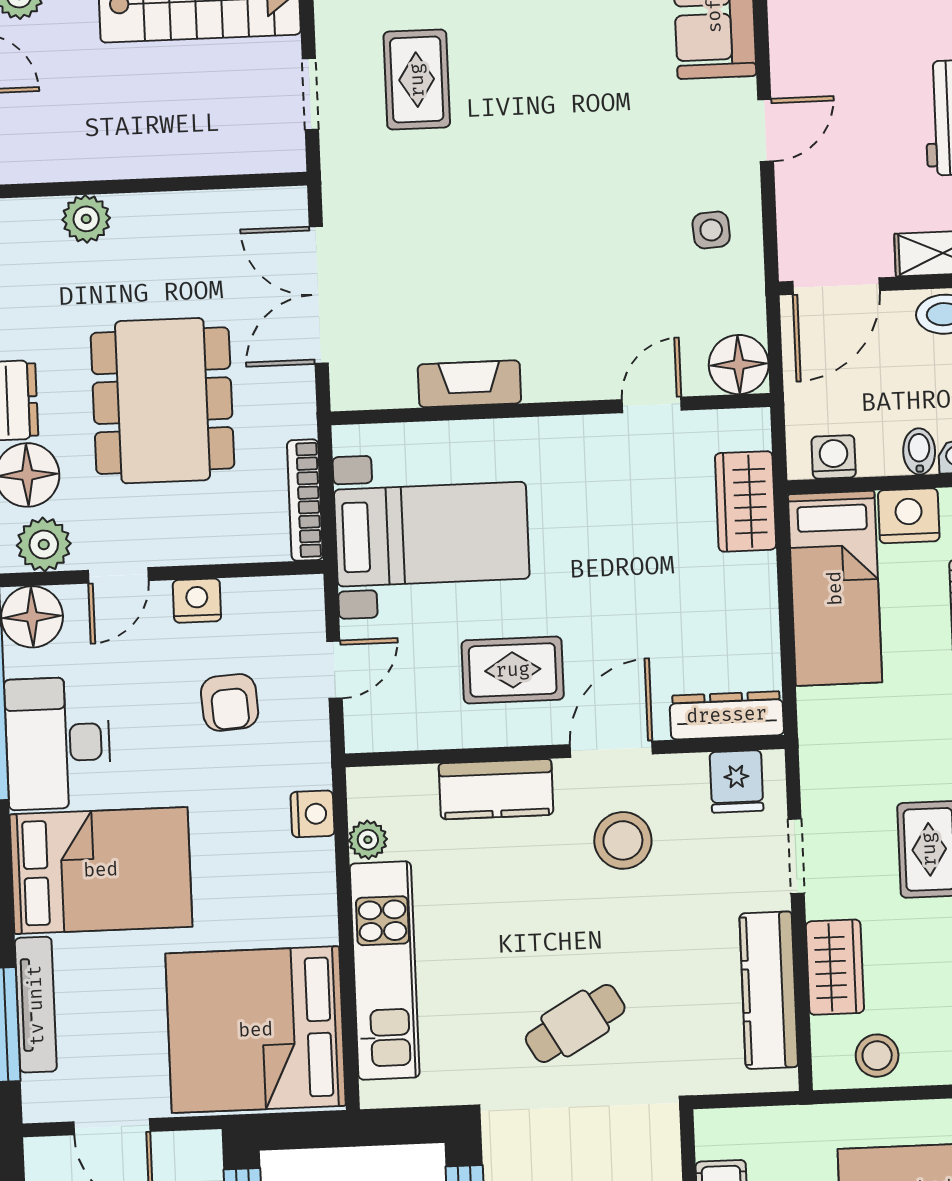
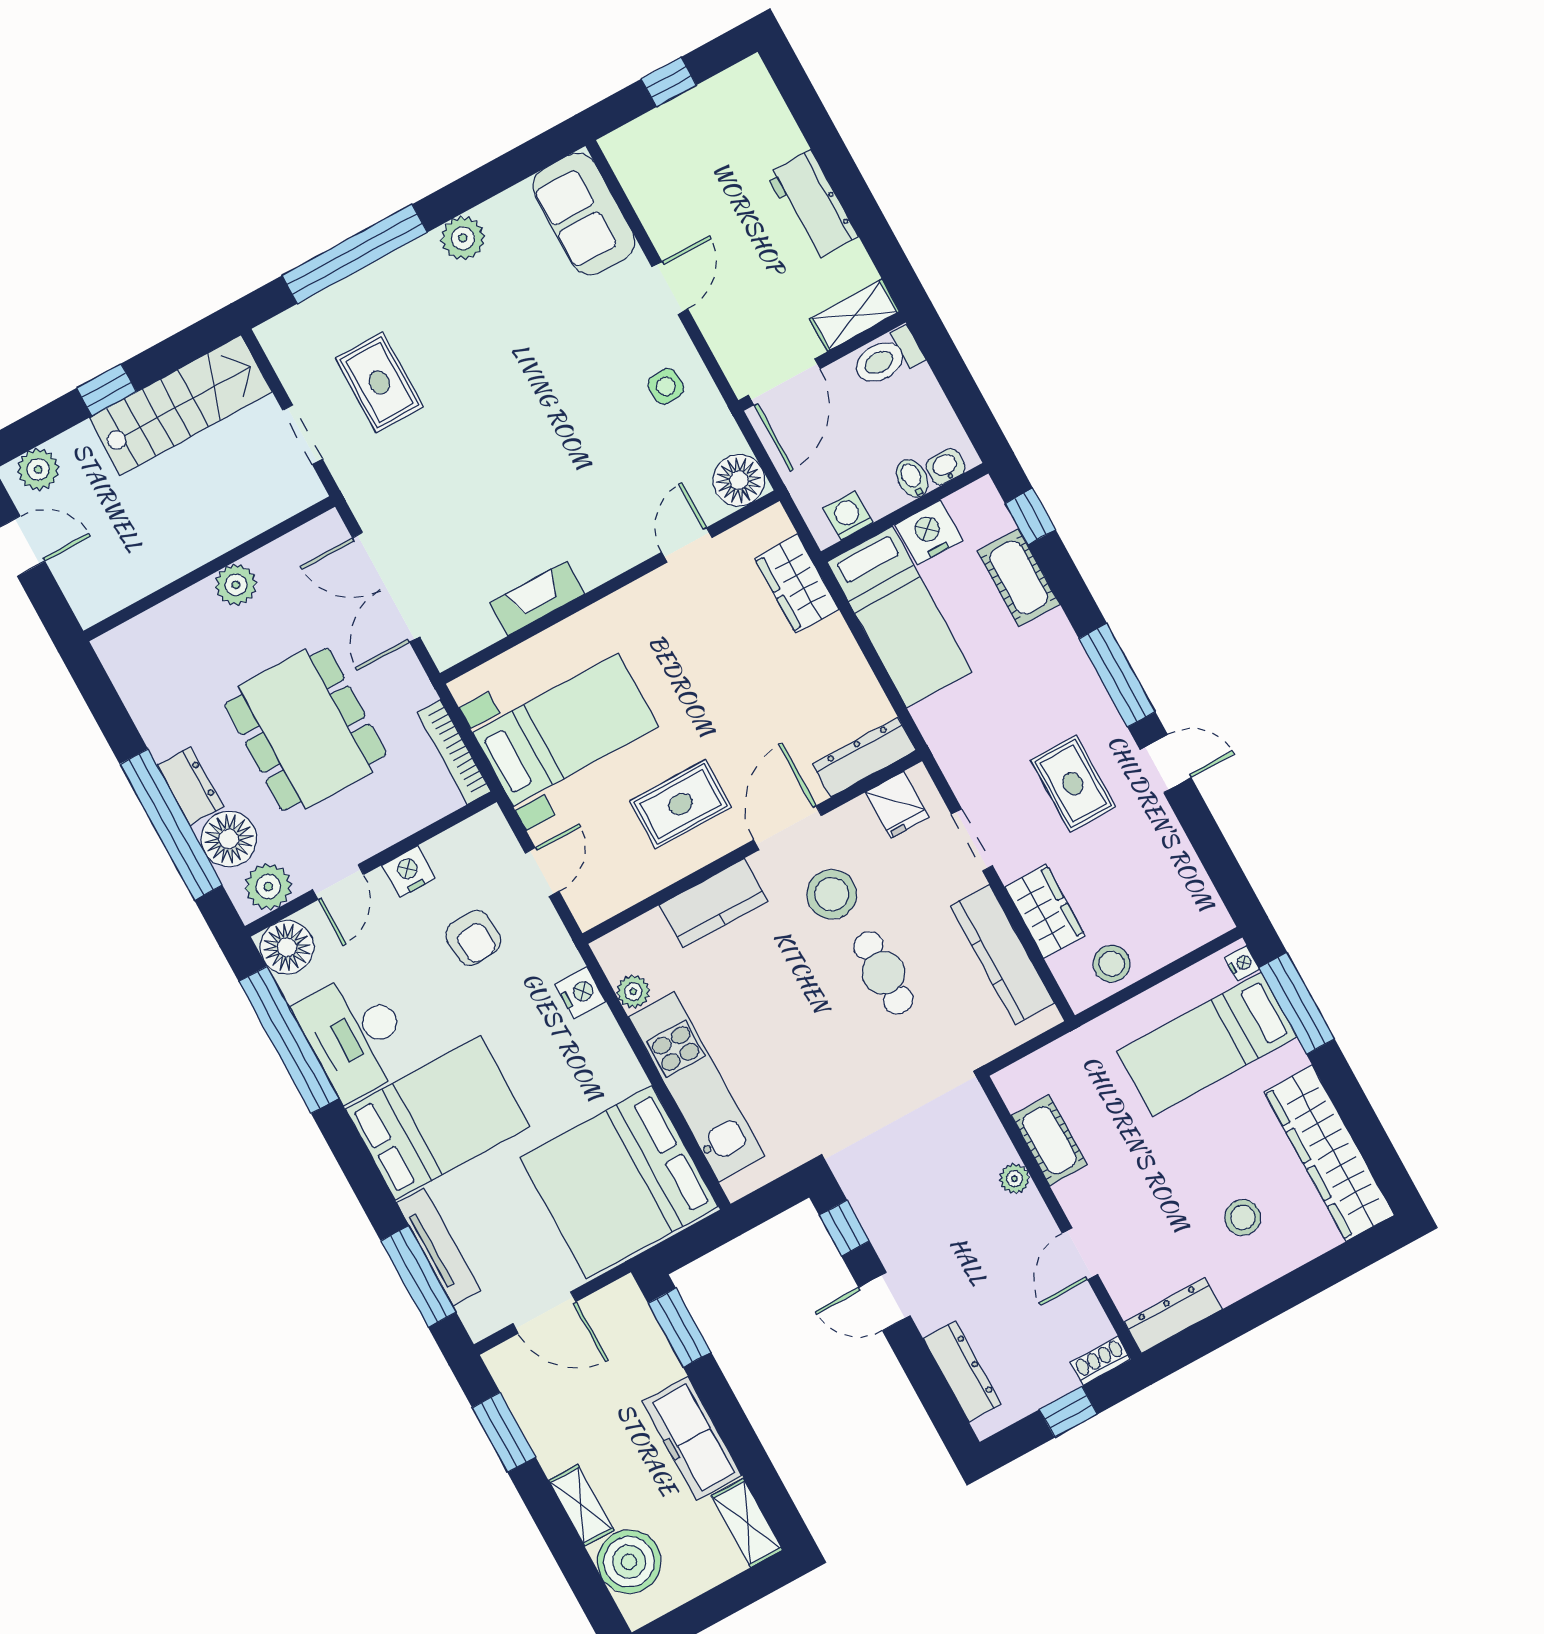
plant: (86, 219) -> (236, 585), moved
cafe table: (575, 1023) -> (883, 973), moved, turned -60

